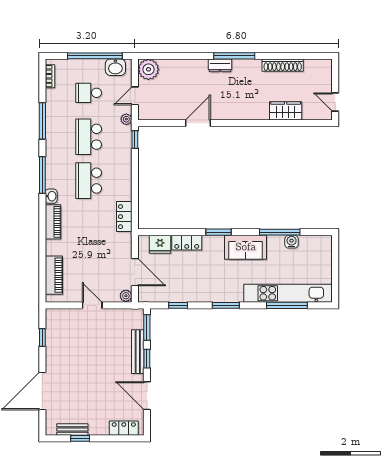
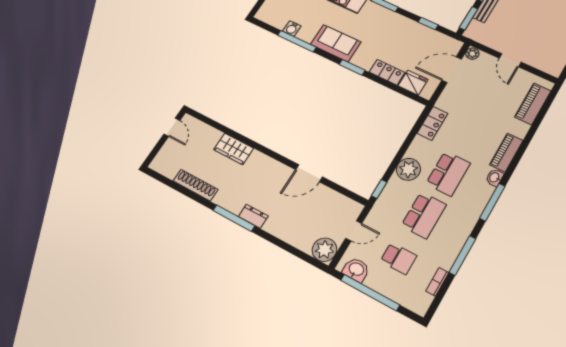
bookcase: (50, 76) -> (437, 282), moved
wardrobe: (286, 111) -> (234, 149), moved
plant: (126, 119) -> (408, 169), moved, width x1.88, depth x1.88
door: (135, 272) -> (452, 70), hinge flipped

